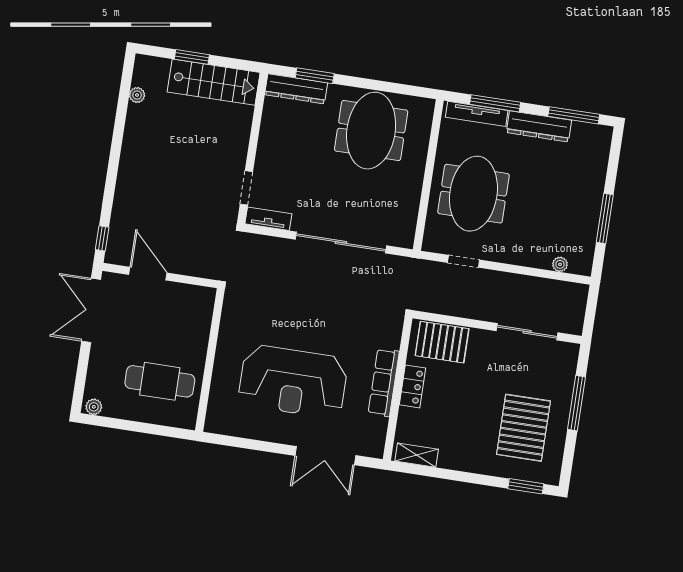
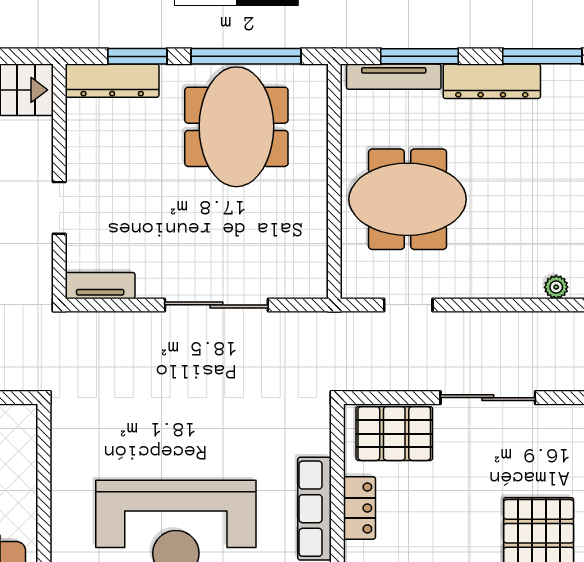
window: (384, 86) -> (246, 56), added
doorway: (246, 188) -> (59, 208), moved
meeting table: (473, 194) -> (408, 199), turned 90
sliding door: (341, 243) -> (216, 305), width x0.73
sliding door: (527, 332) -> (488, 398), moved

